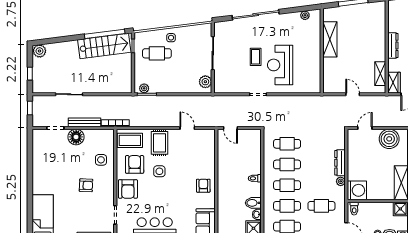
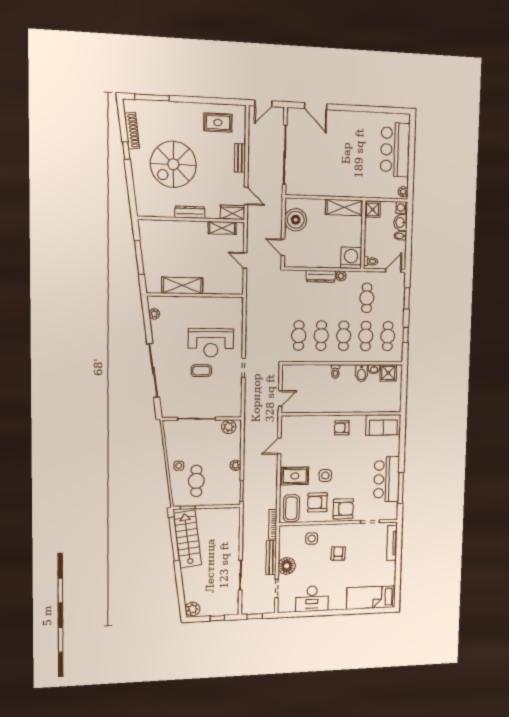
plant: (144, 88) -> (236, 465), moved
door: (353, 94) -> (245, 260), hinge flipped
desk: (44, 161) -> (312, 599), added

